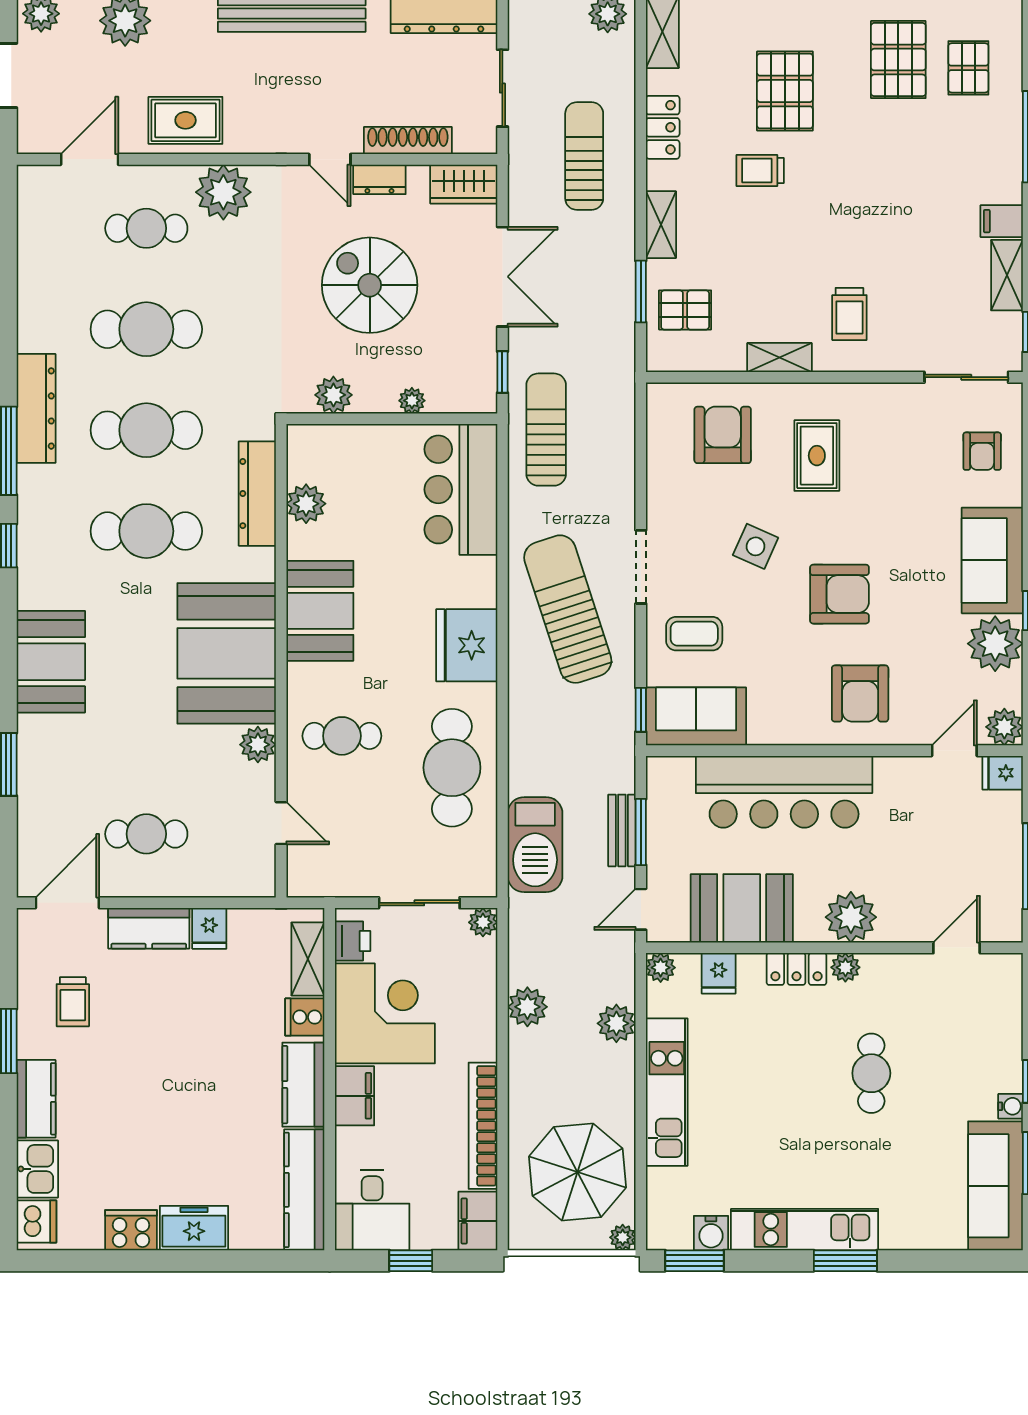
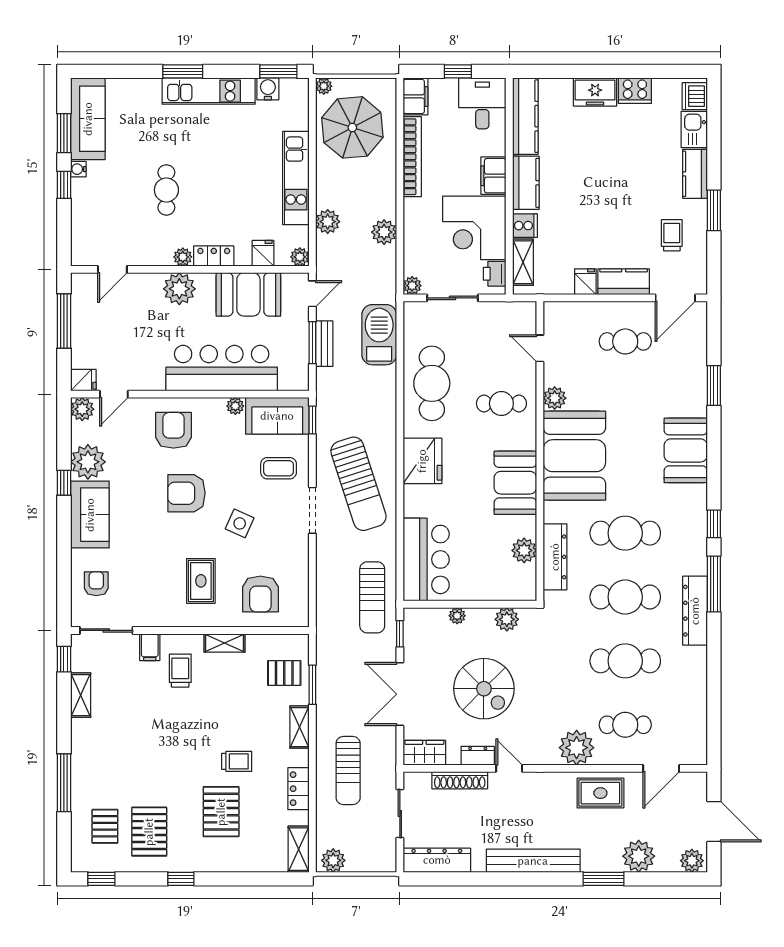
filing cabinet: (1002, 221) -> (150, 647), moved, turned 90
plant: (762, 732) -> (235, 406), added

